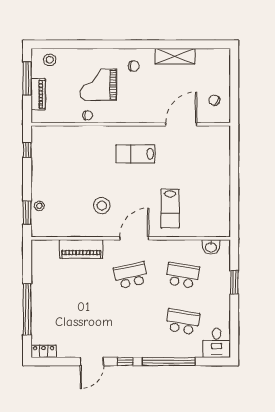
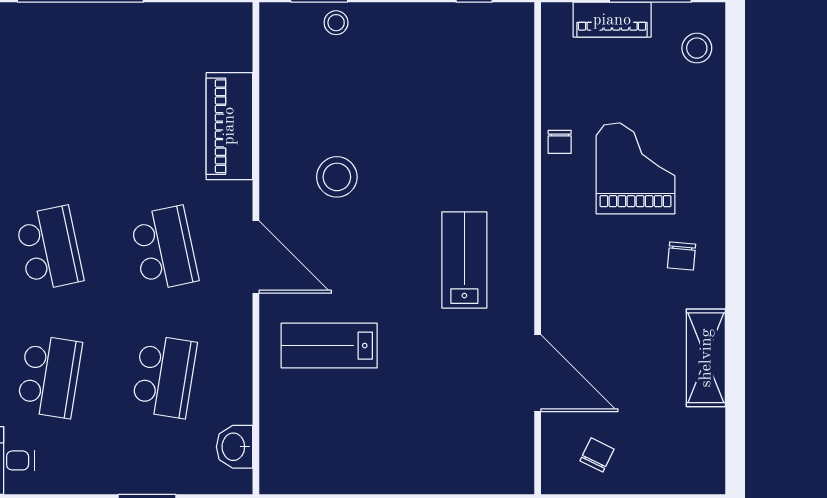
school desk: (131, 322) -> (49, 248), added

